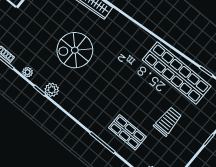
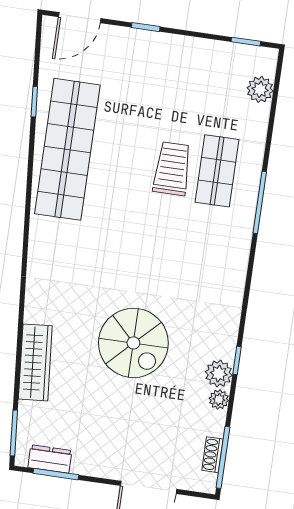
plant: (52, 90) -> (219, 374), moved
trolley: (168, 121) -> (172, 169), moved, turned 90

